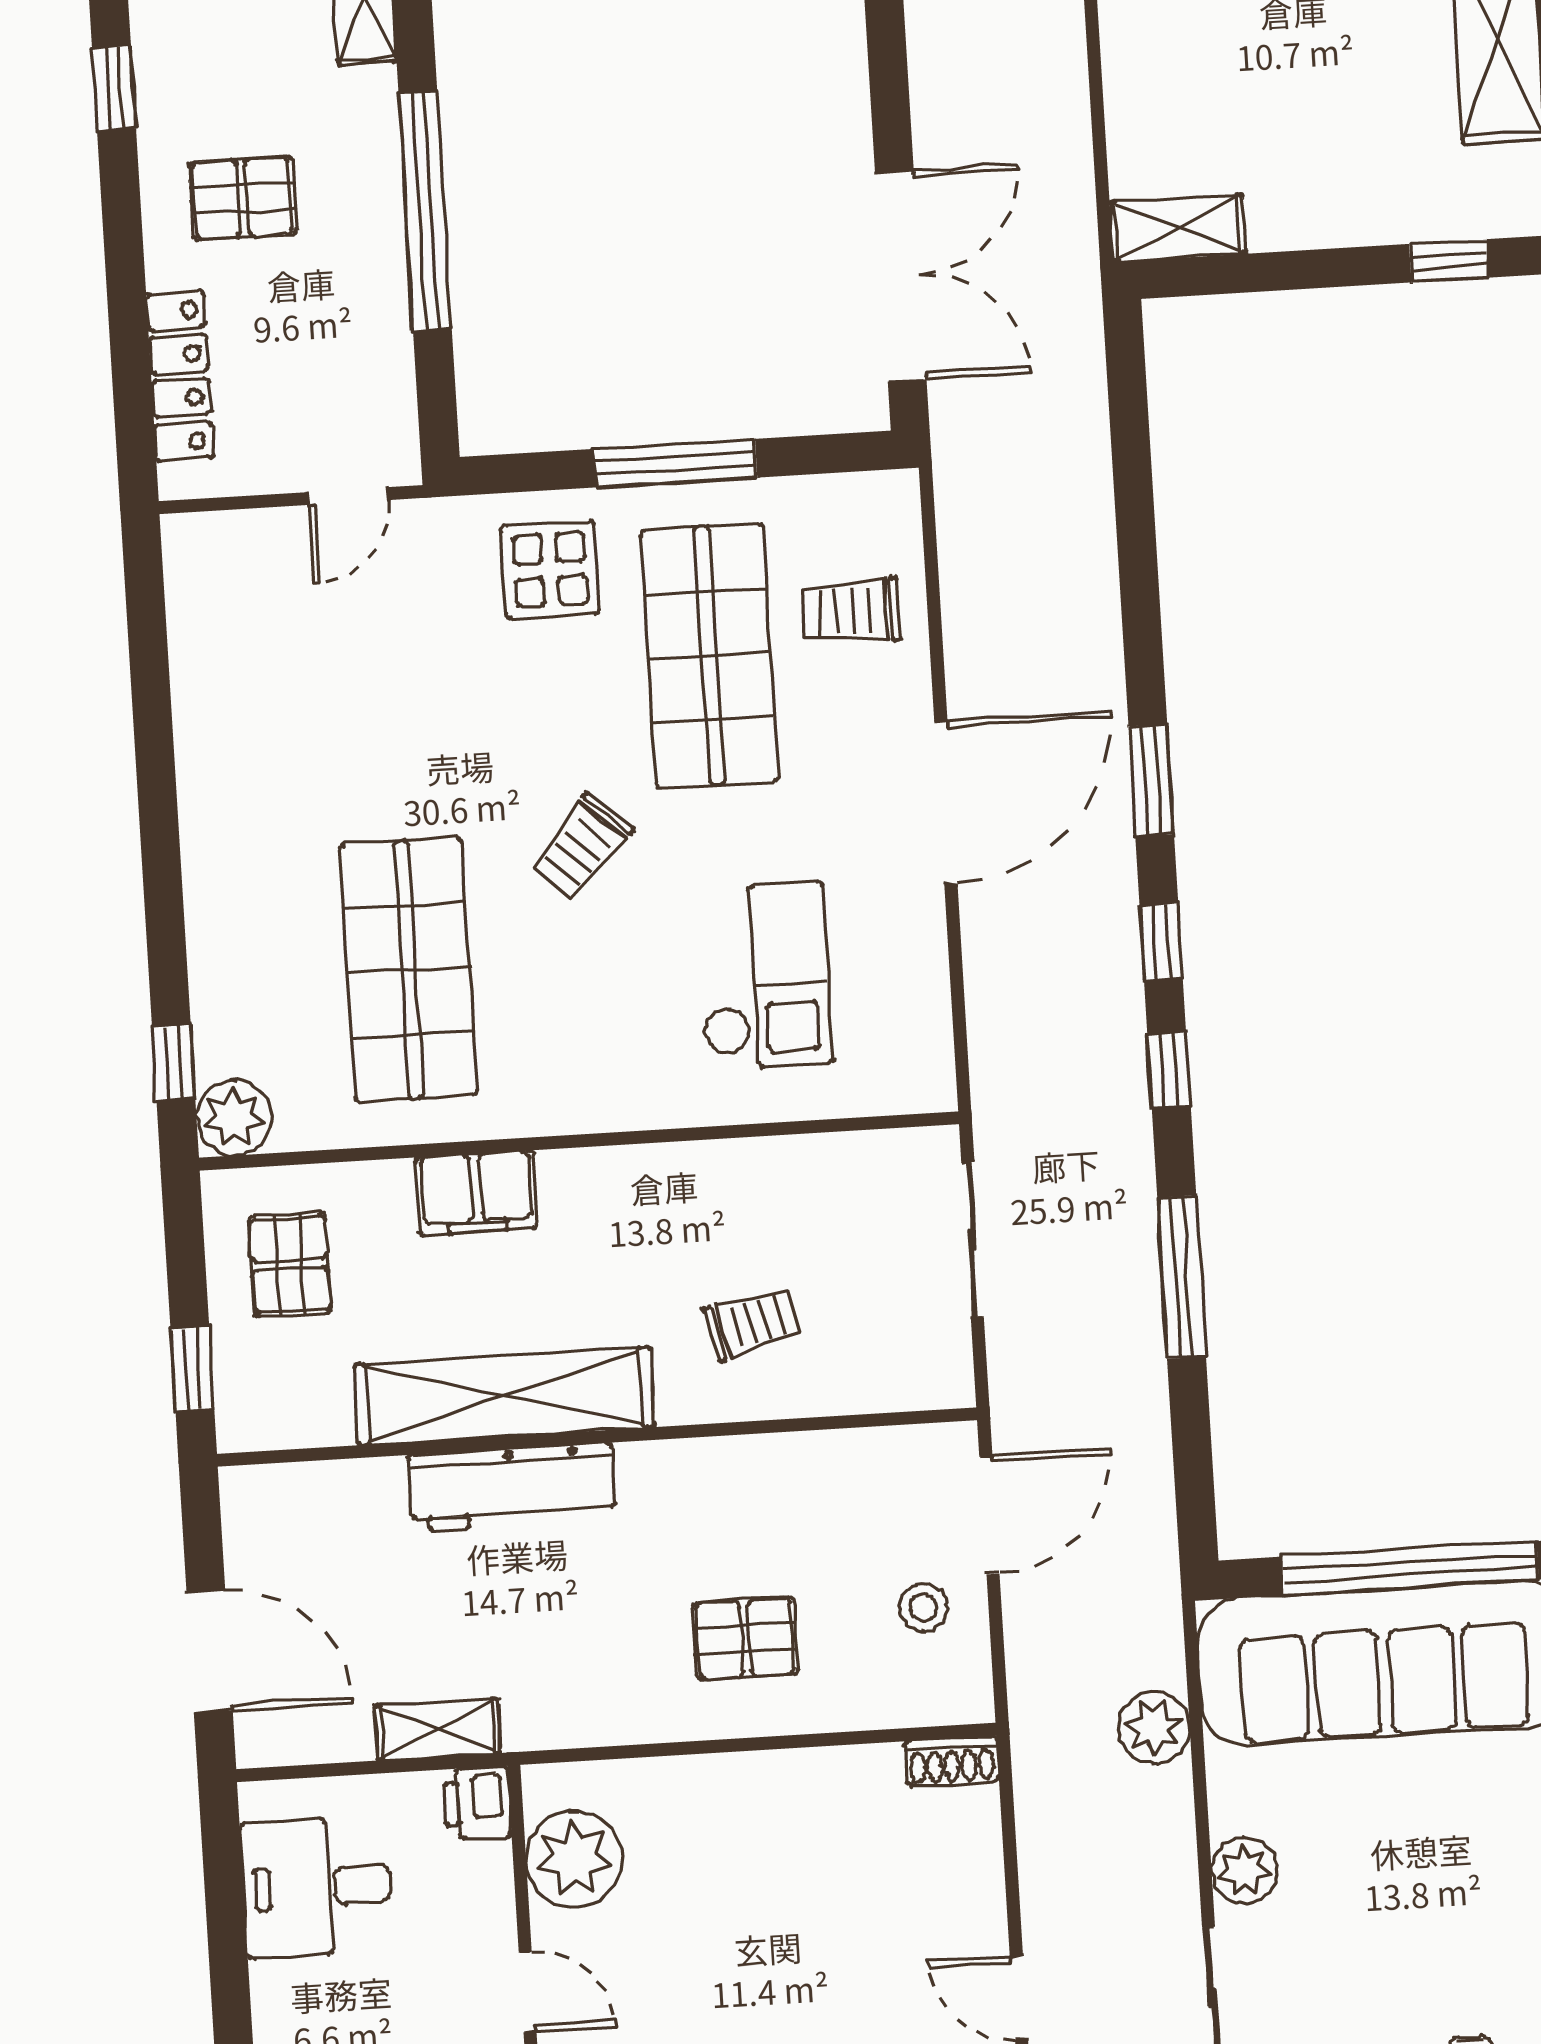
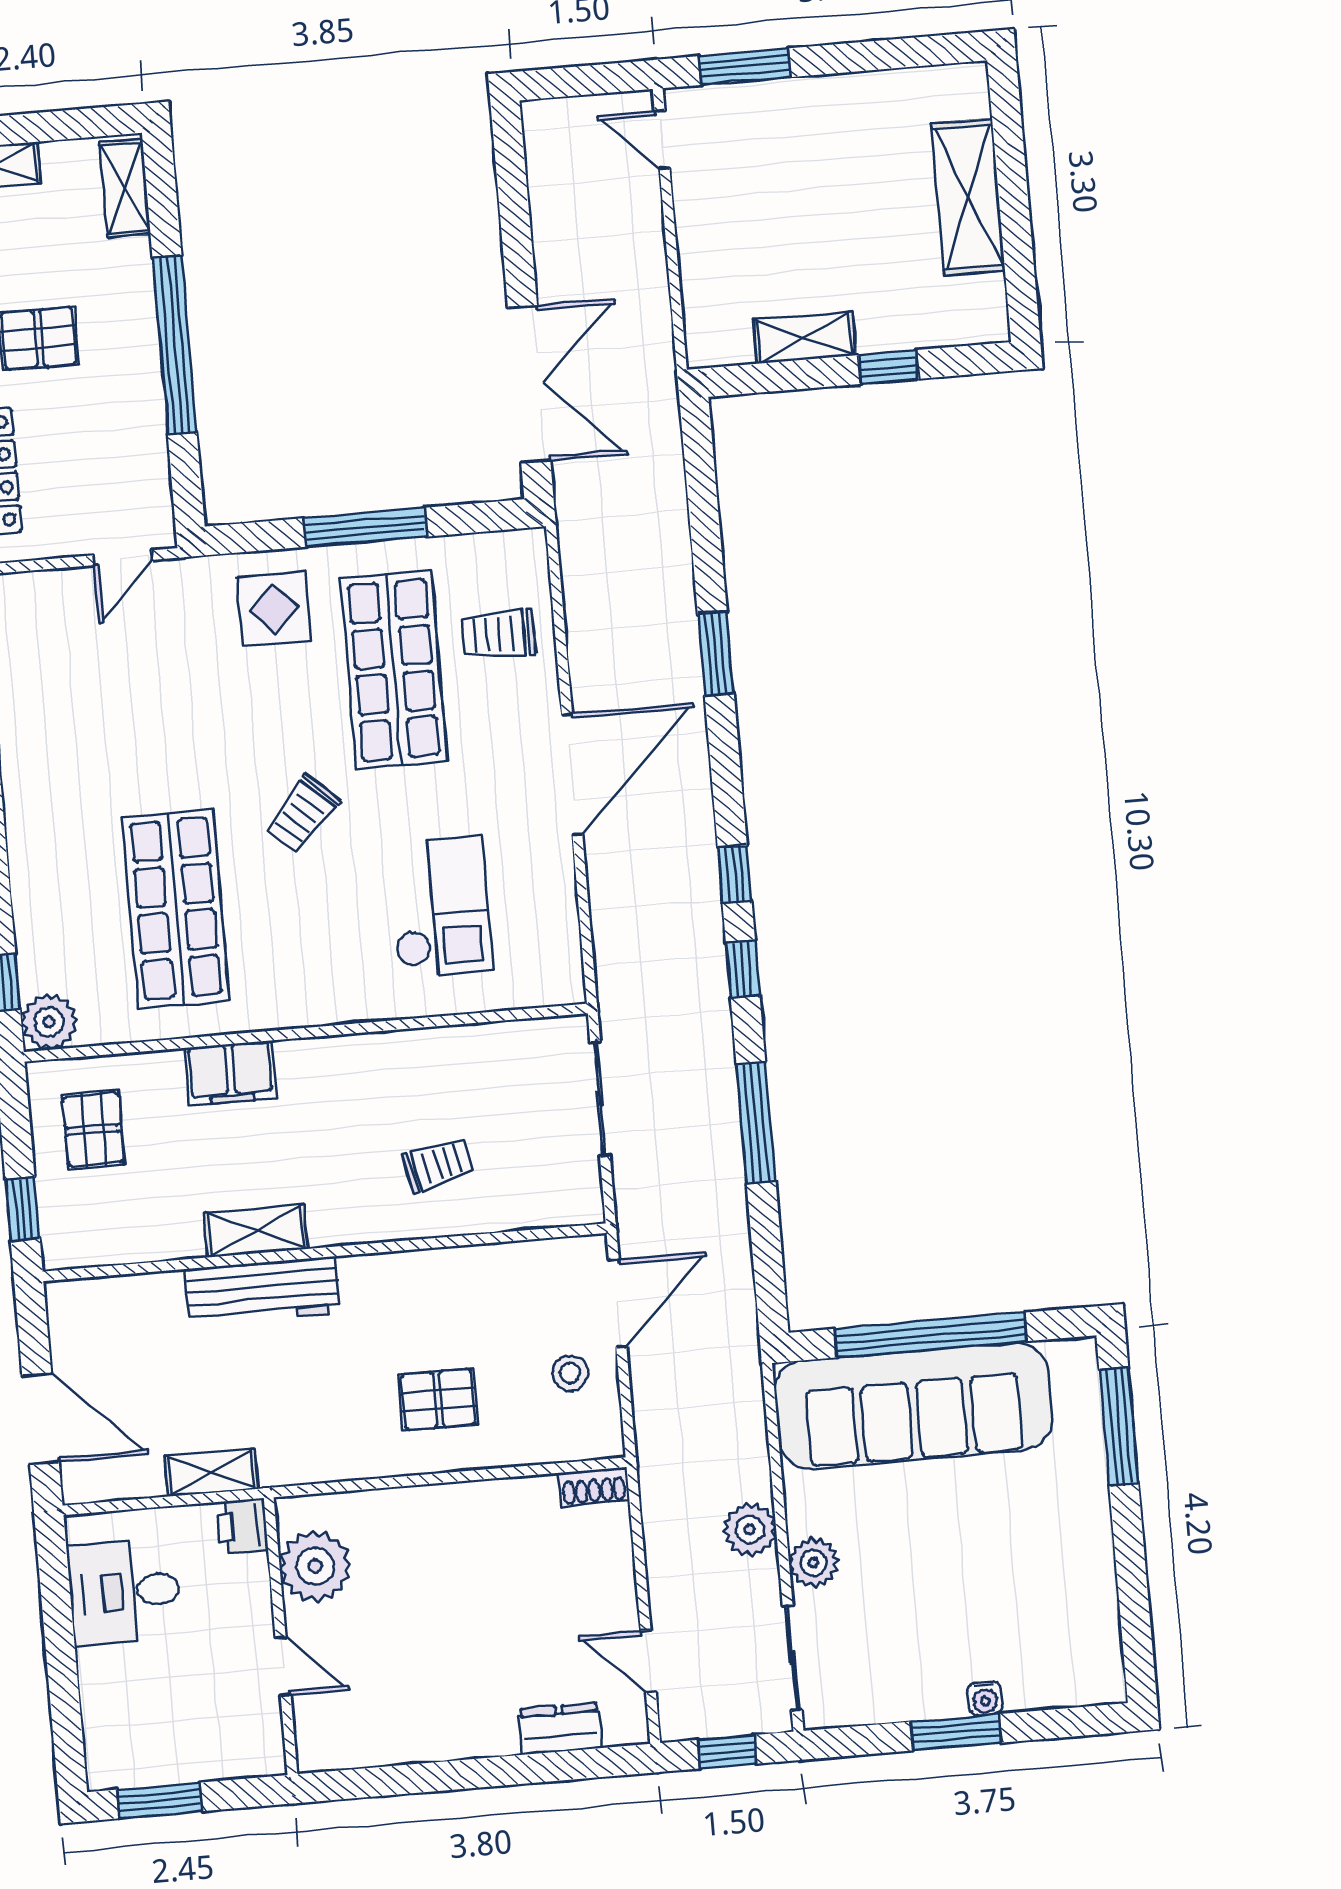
shelving: (1178, 228) -> (804, 337), moved
window: (1449, 261) -> (888, 367), moved
window: (1151, 780) -> (716, 654), moved
shelving: (505, 1396) -> (256, 1231), width x0.45, depth x0.75
plant: (1154, 1728) -> (750, 1530), moved

